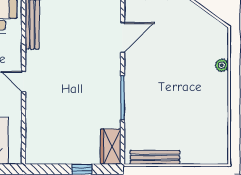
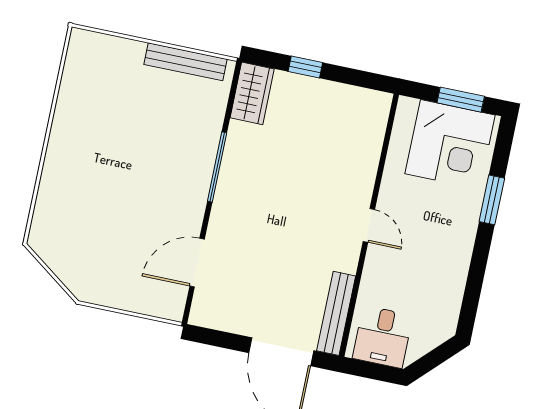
plant: (222, 65) -> (49, 186), removed

